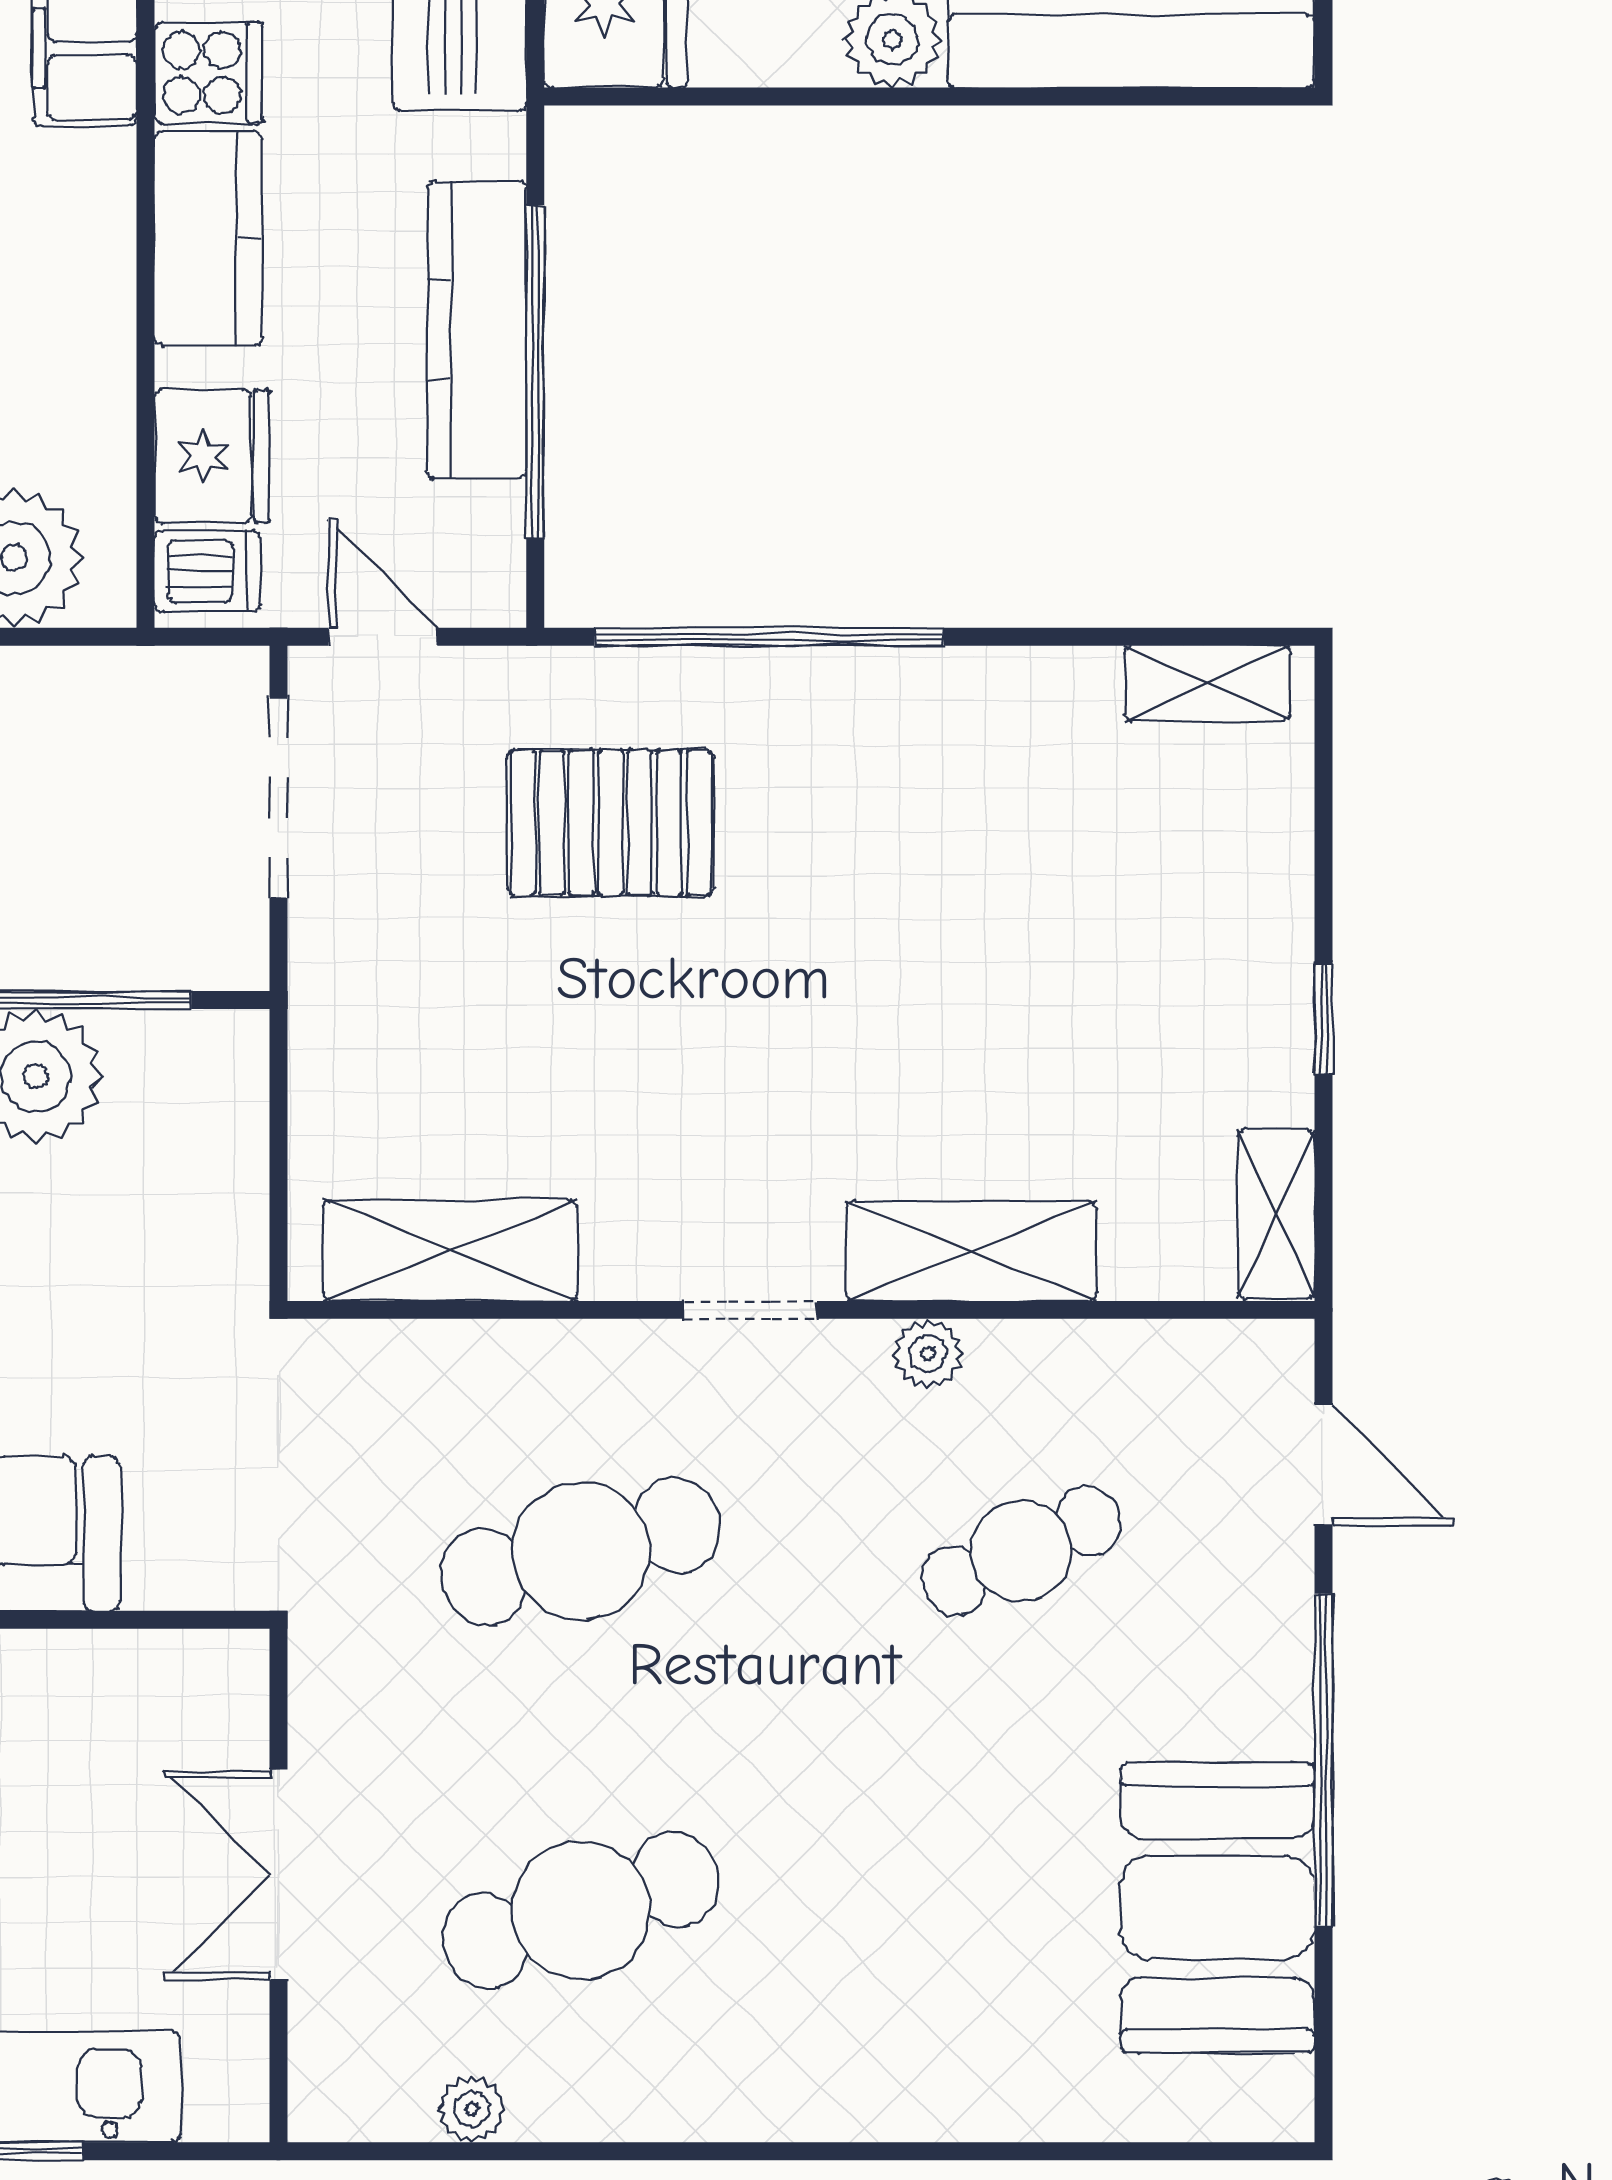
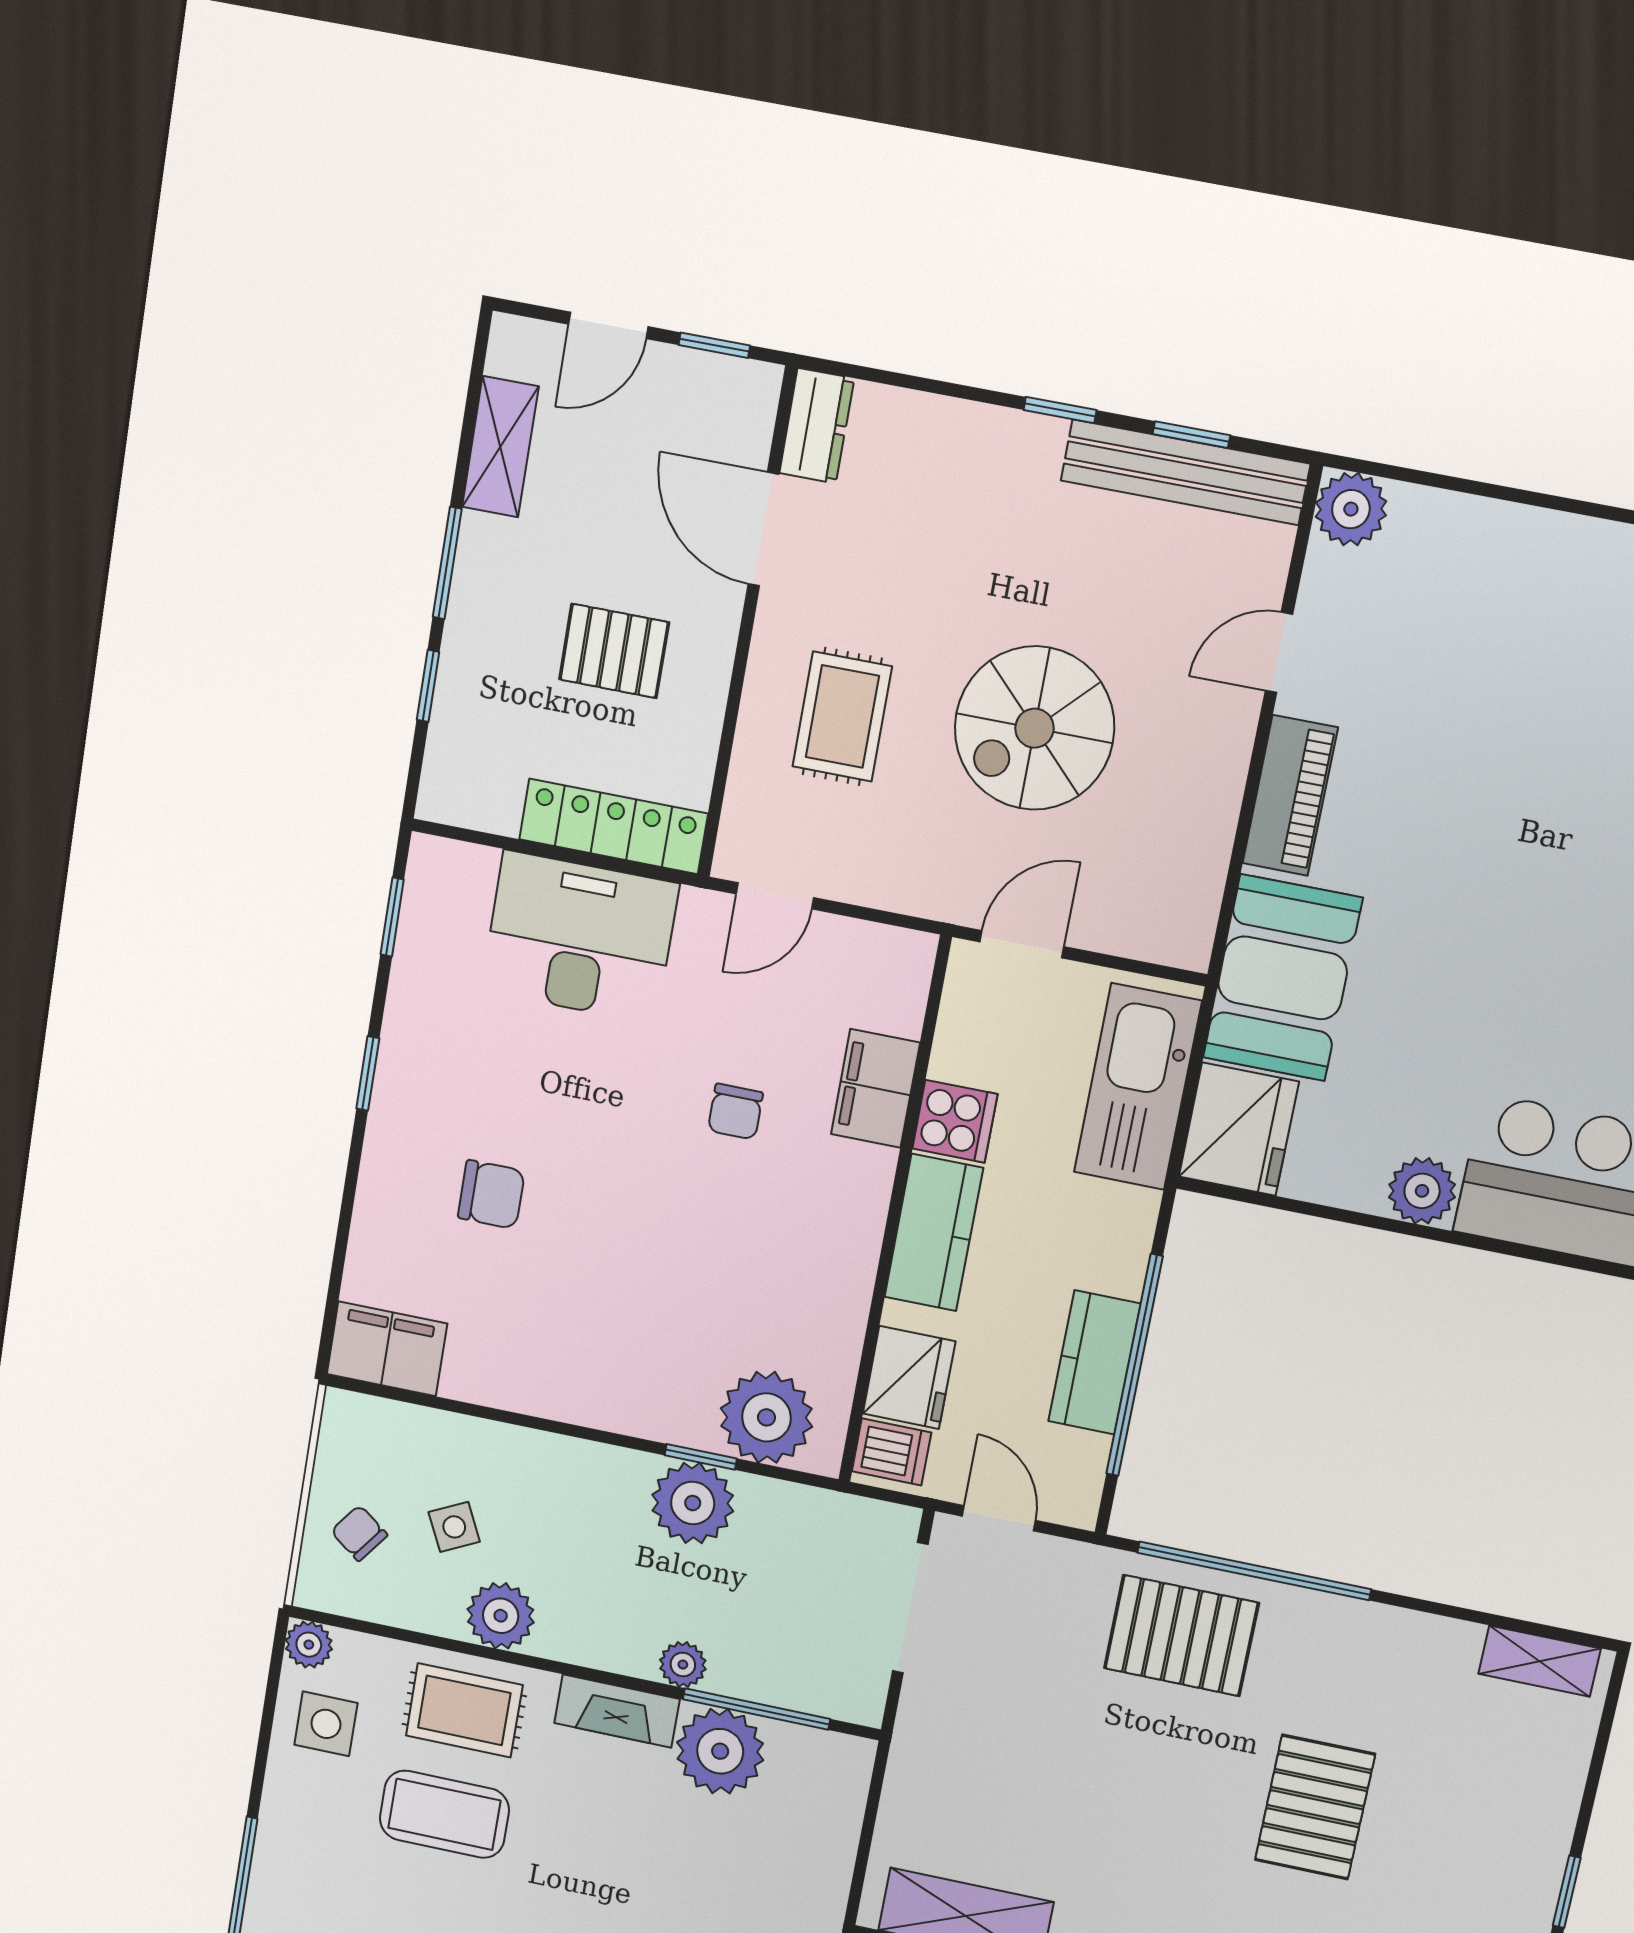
kitchen counter: (477, 330) -> (1094, 1362), width x0.67
pallet: (611, 823) -> (1181, 1636), moved
pallet: (931, 971) -> (1315, 1807), added

